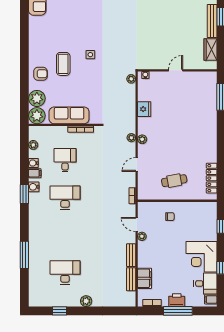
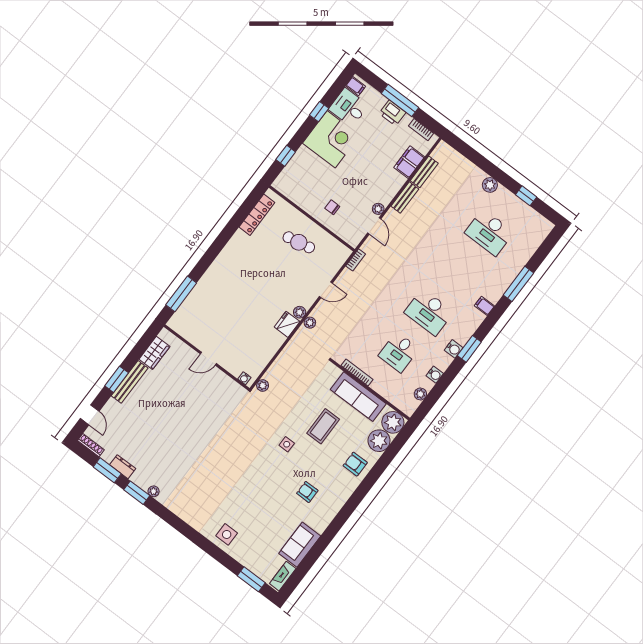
armchair: (56, 36) -> (307, 492), added
coffee table: (63, 64) -> (323, 426), moved
fridge: (144, 109) -> (287, 324), moved
filing cabinet: (35, 173) -> (484, 306), moved

